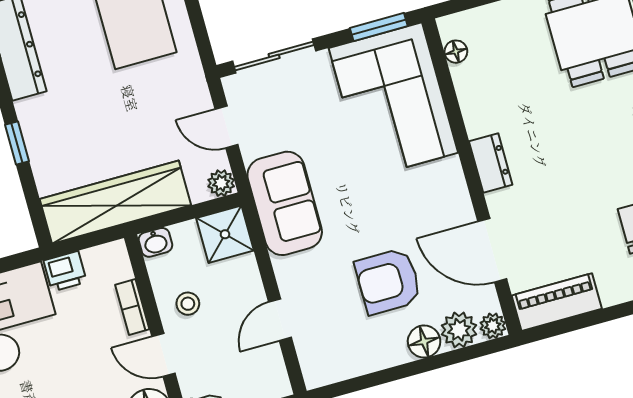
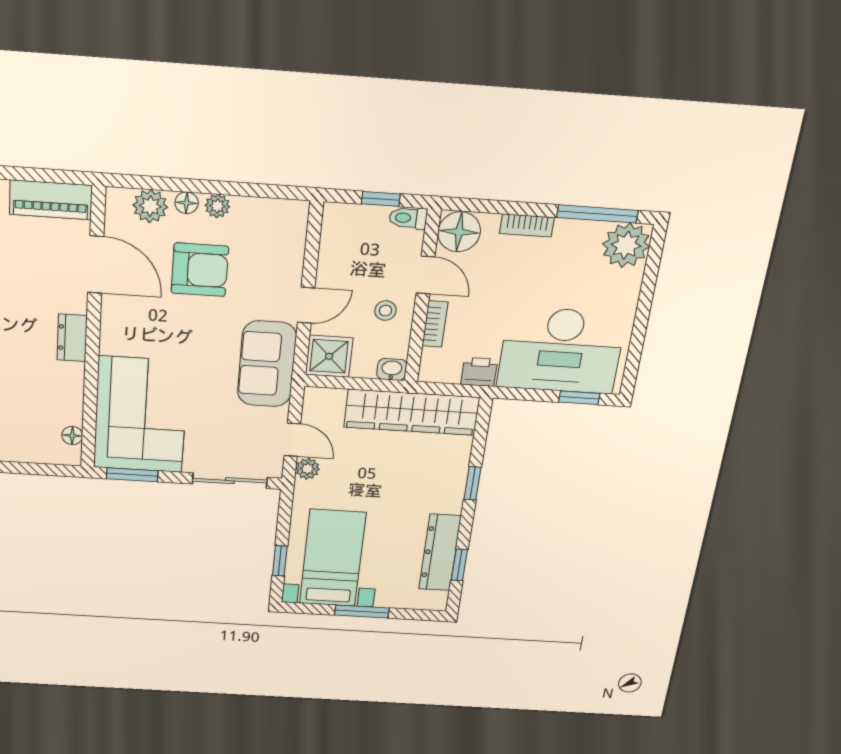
plant: (221, 183) -> (307, 469), moved
door: (280, 320) -> (306, 305), moved
plant: (493, 326) -> (217, 206), moved
floor lamp: (424, 341) -> (187, 203), width x0.73, depth x0.73

